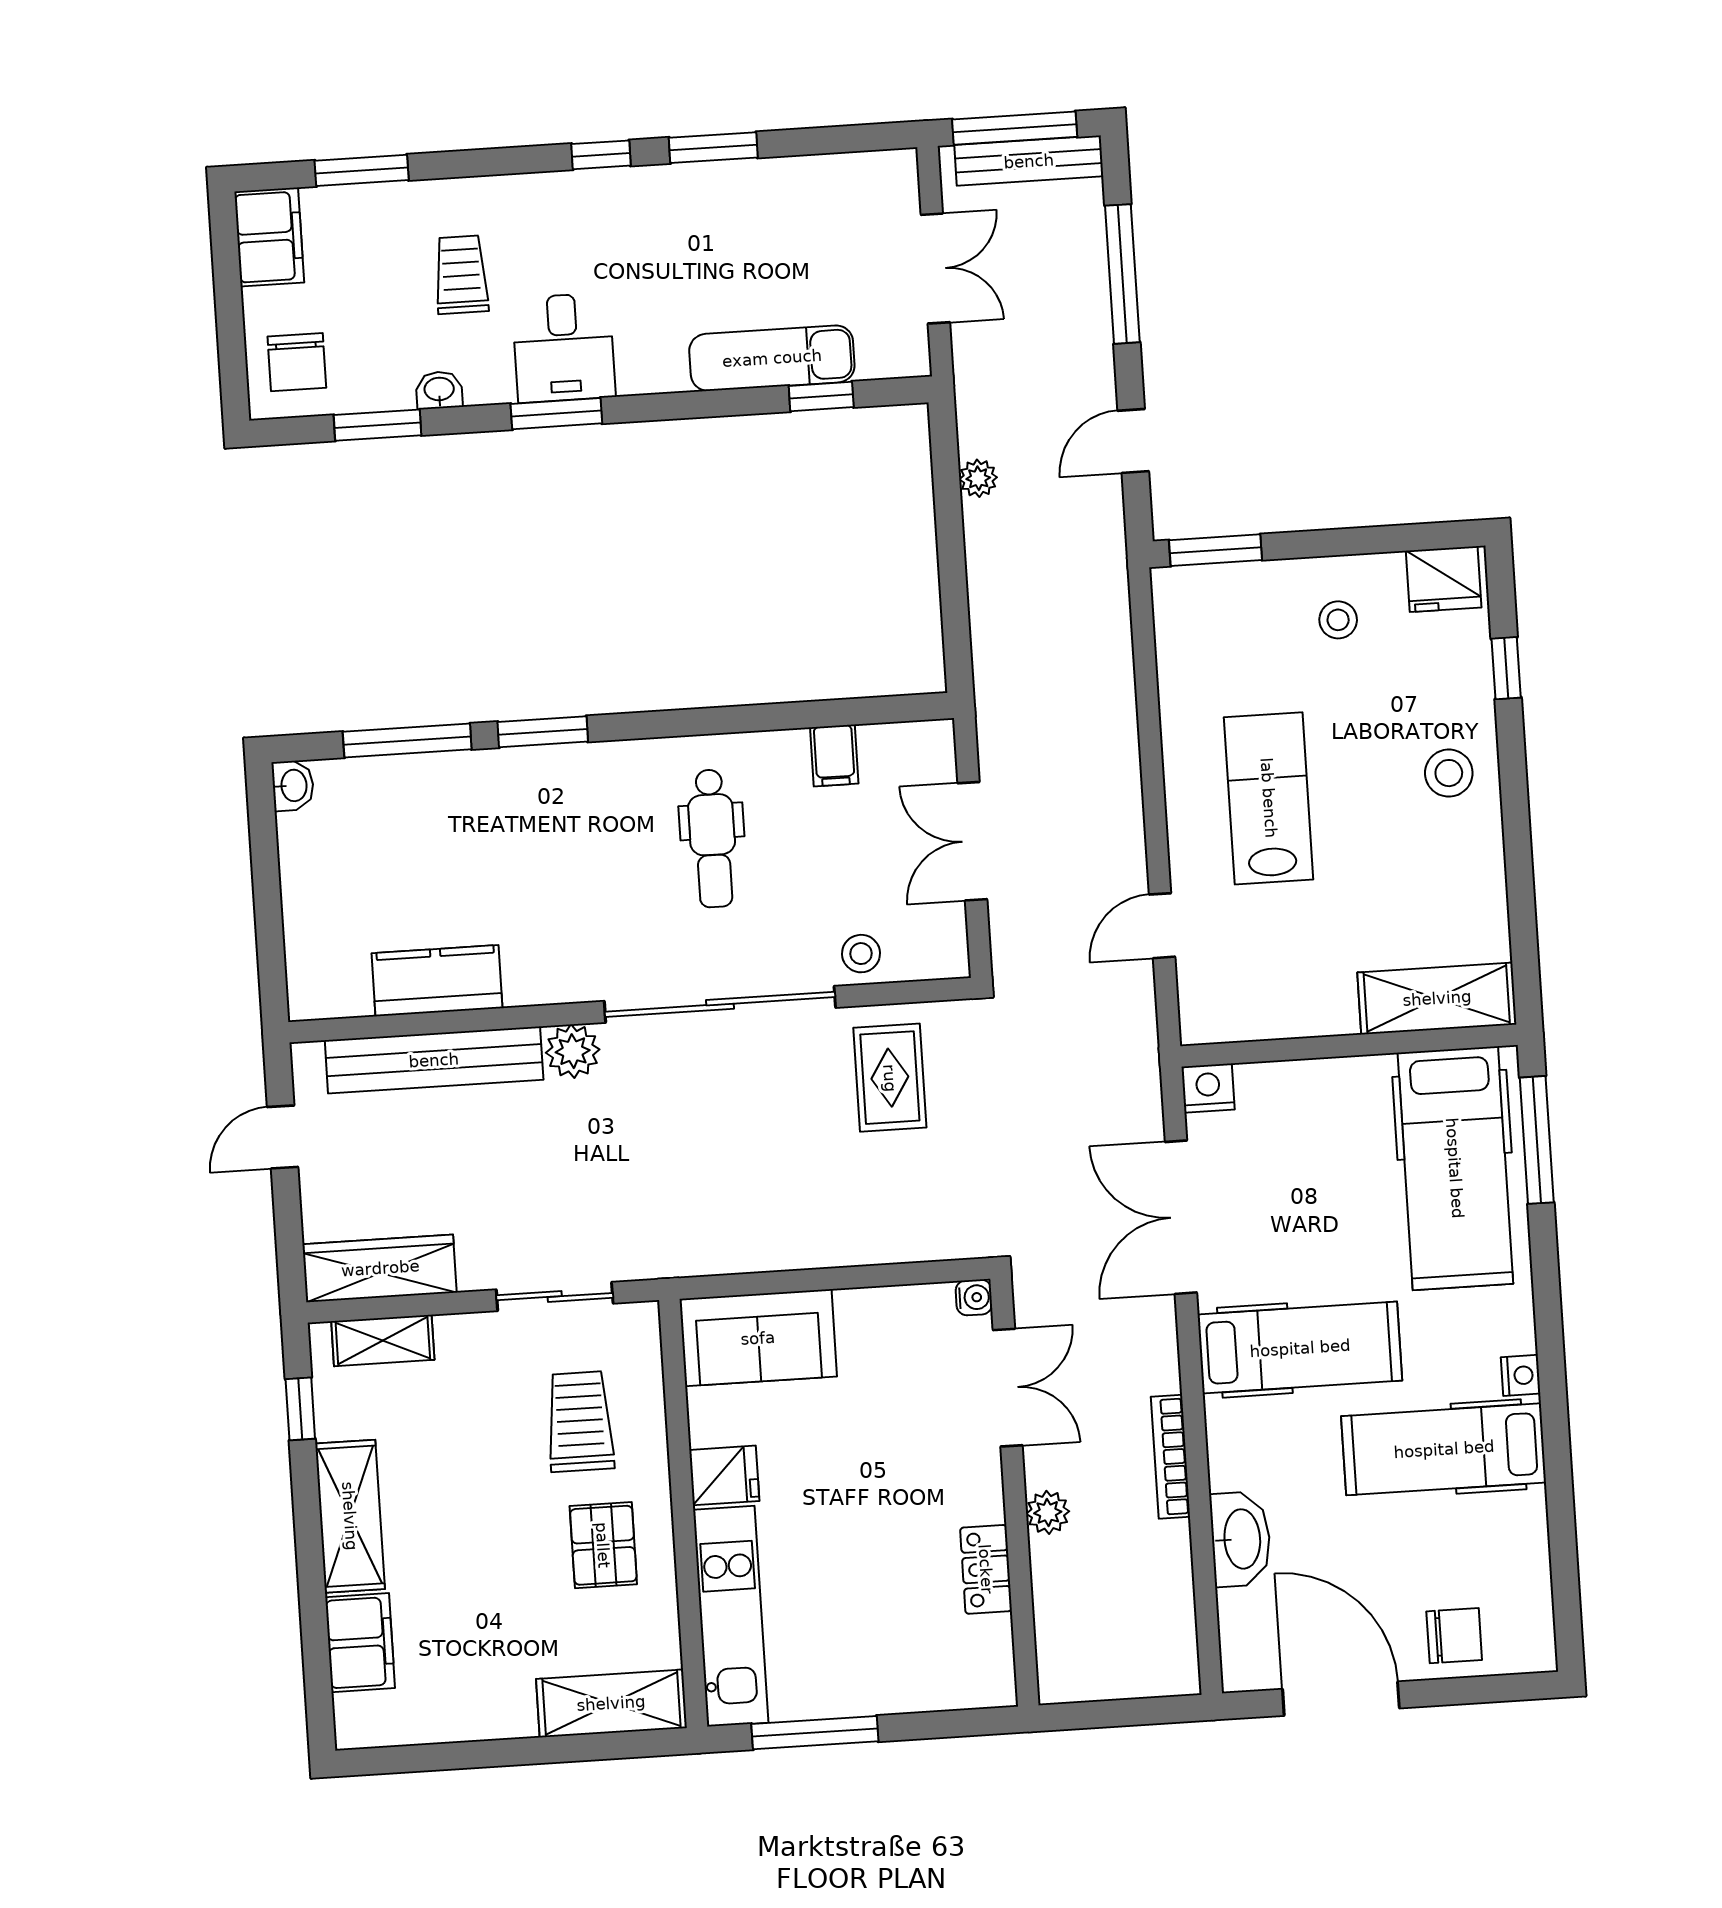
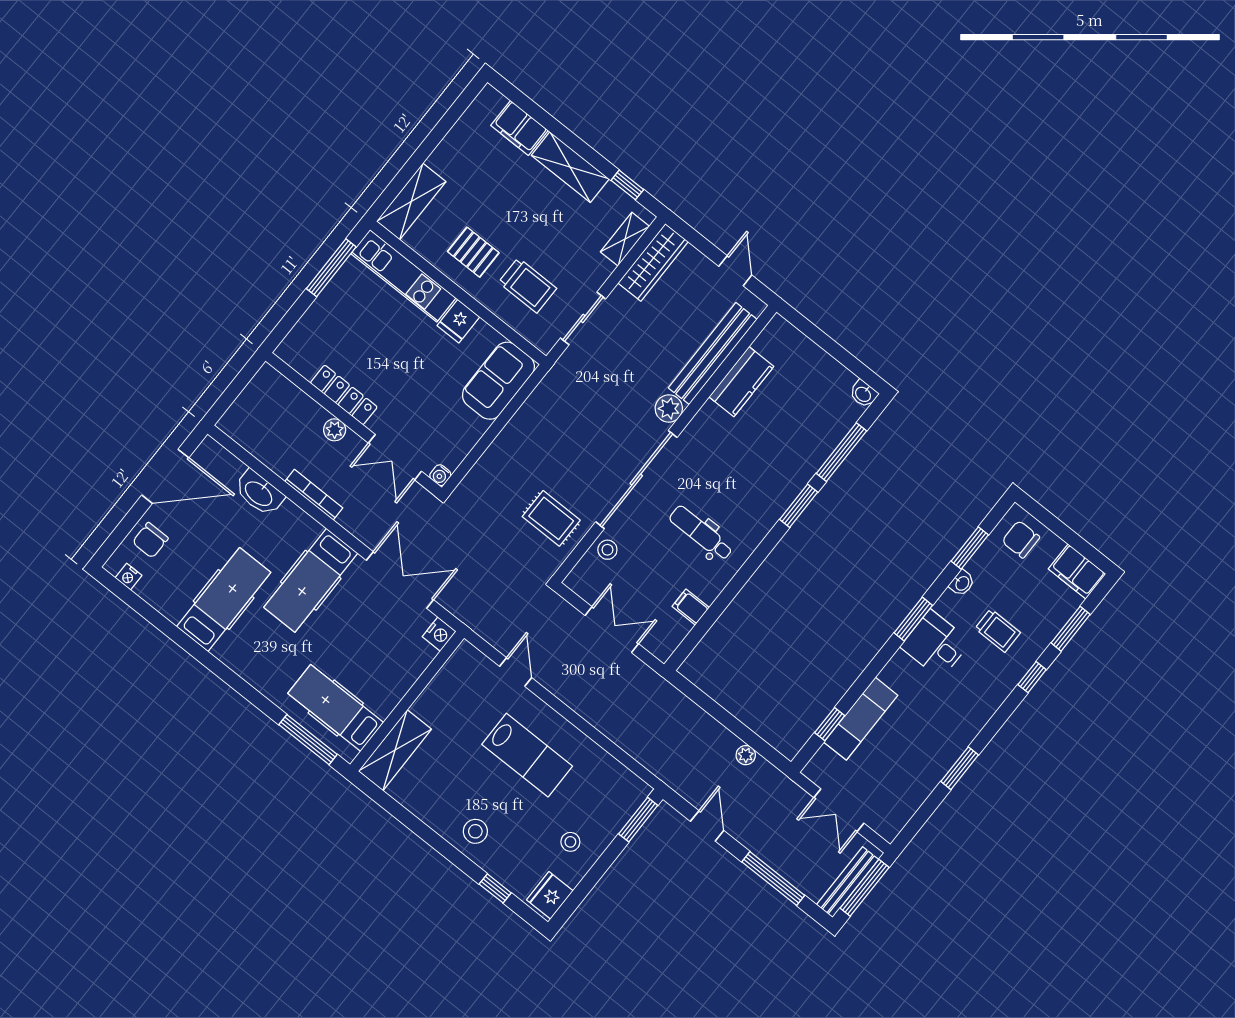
window: (601, 155) -> (1032, 677), moved
hospital bed: (1455, 1168) -> (336, 708), width x0.73, depth x0.78
nightstand: (1521, 1375) -> (129, 577), moved
locker: (986, 1569) -> (344, 395), width x1.53

